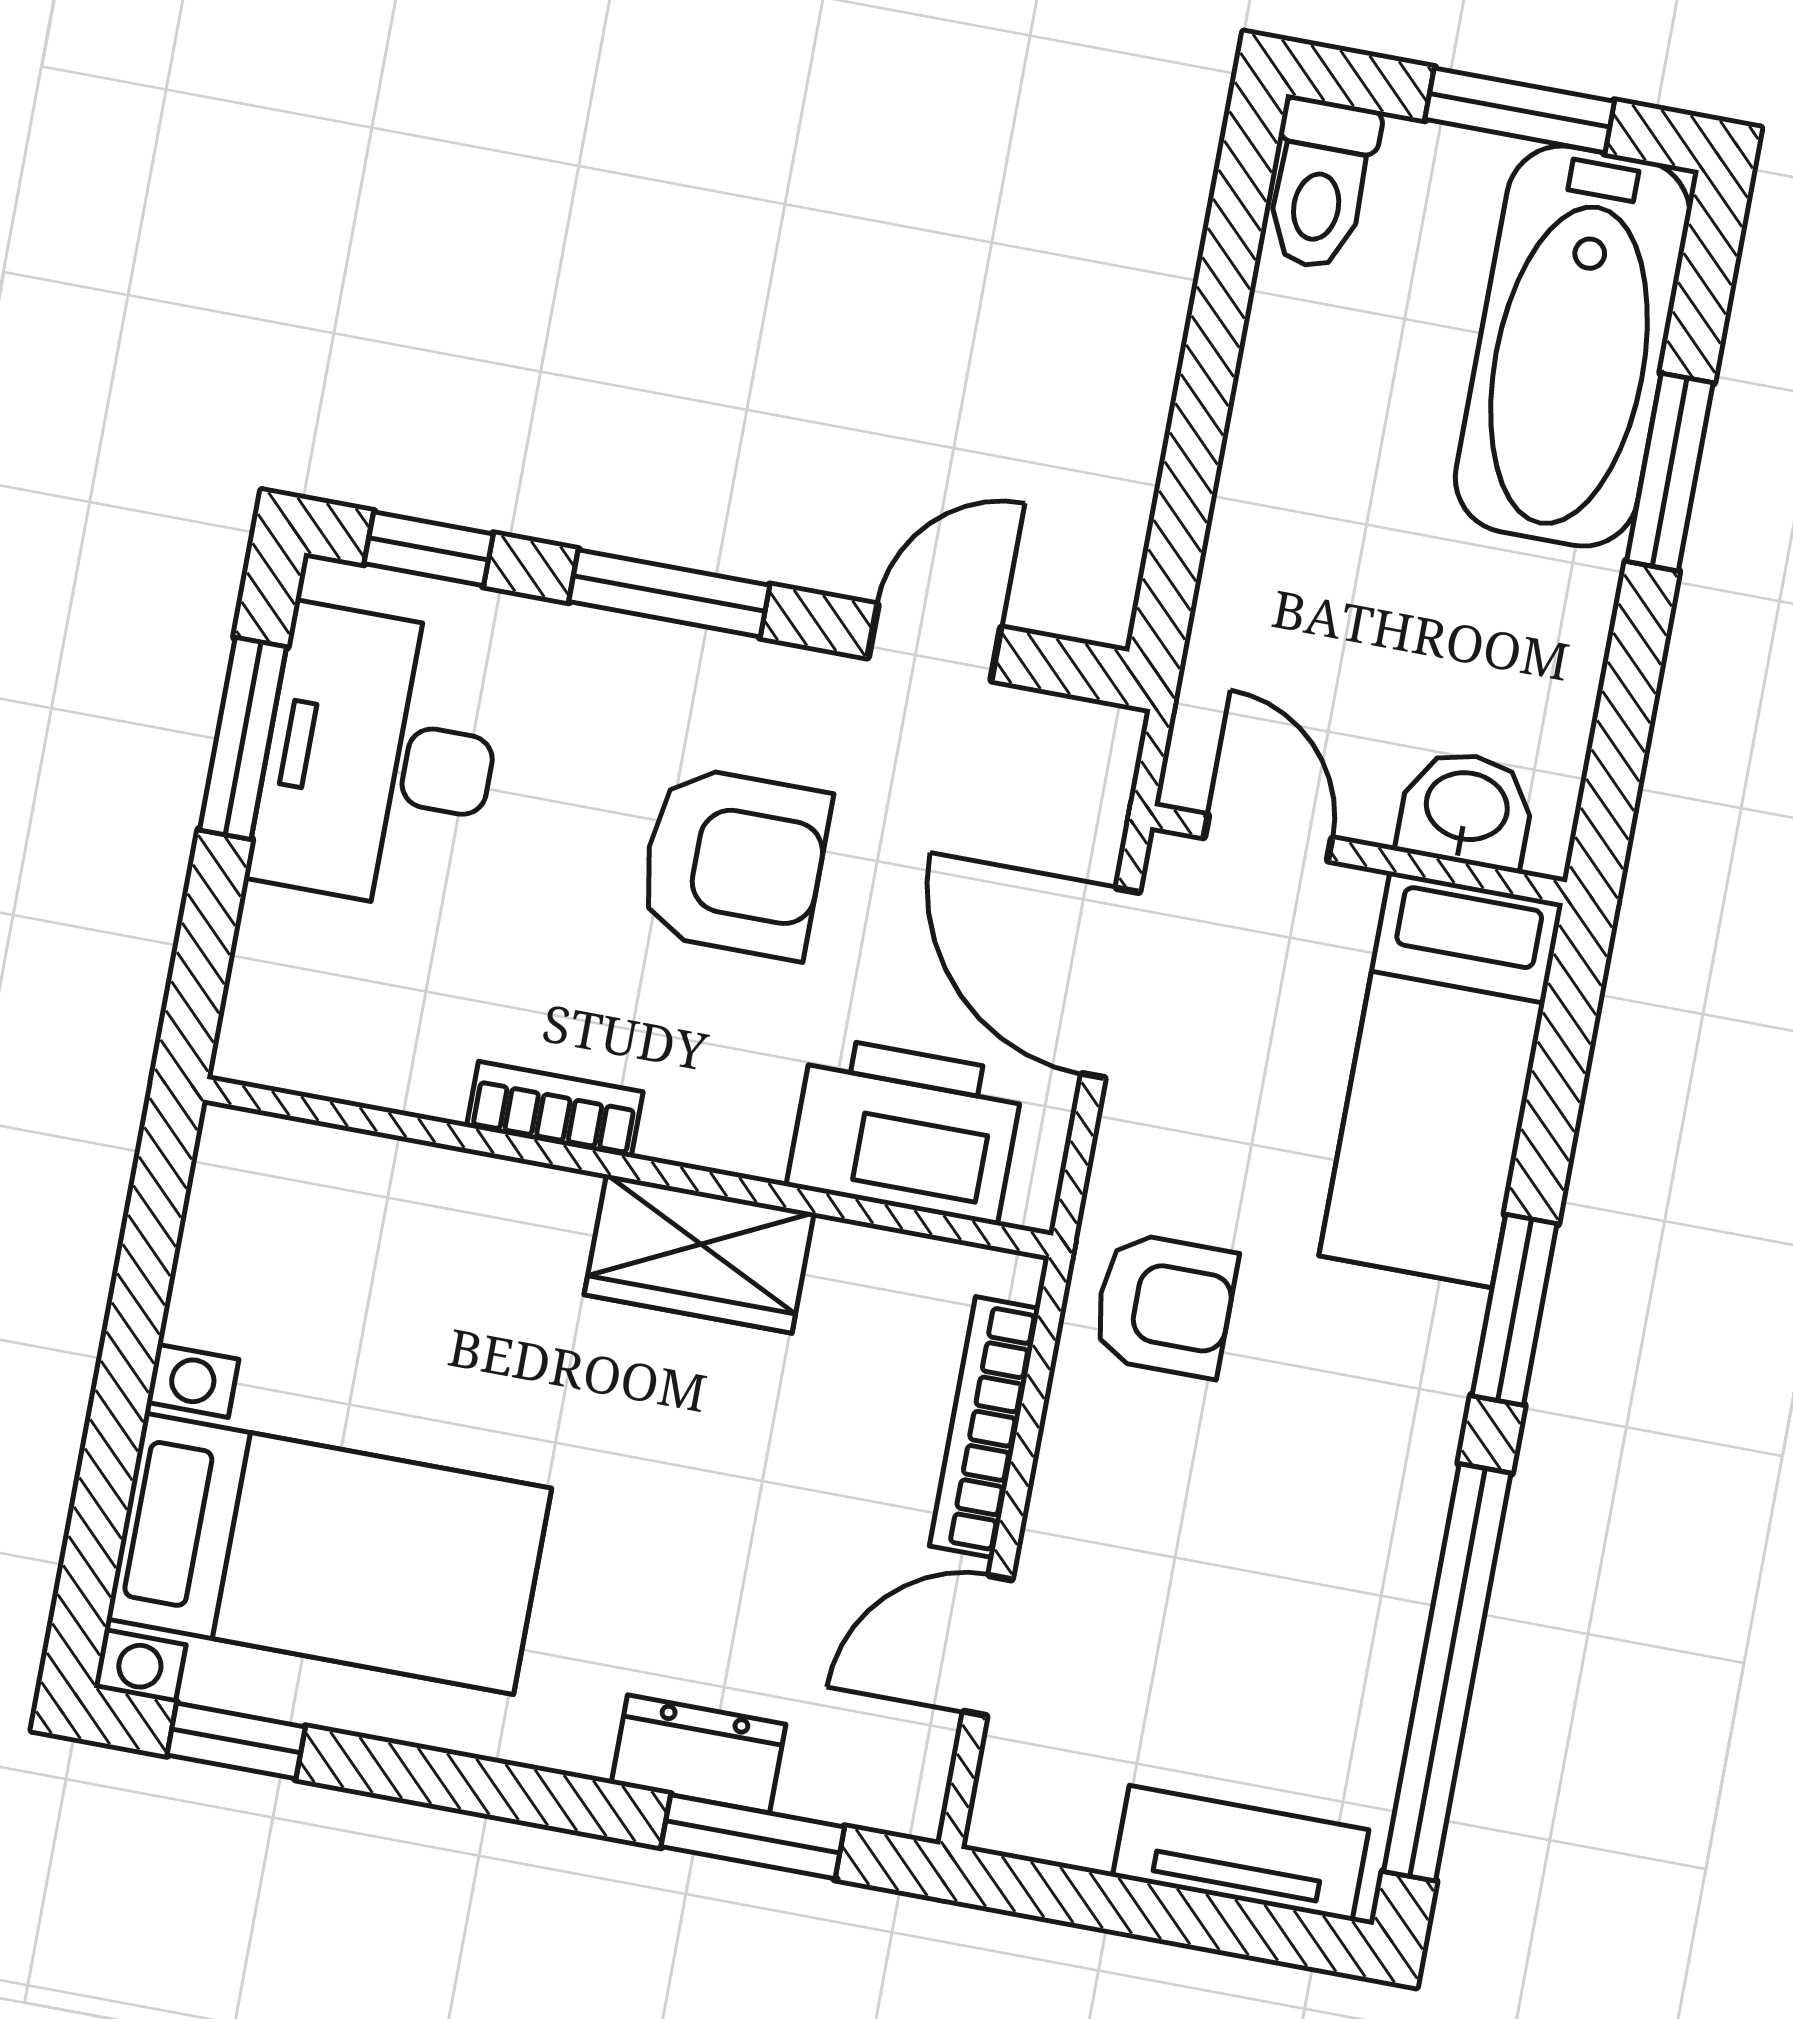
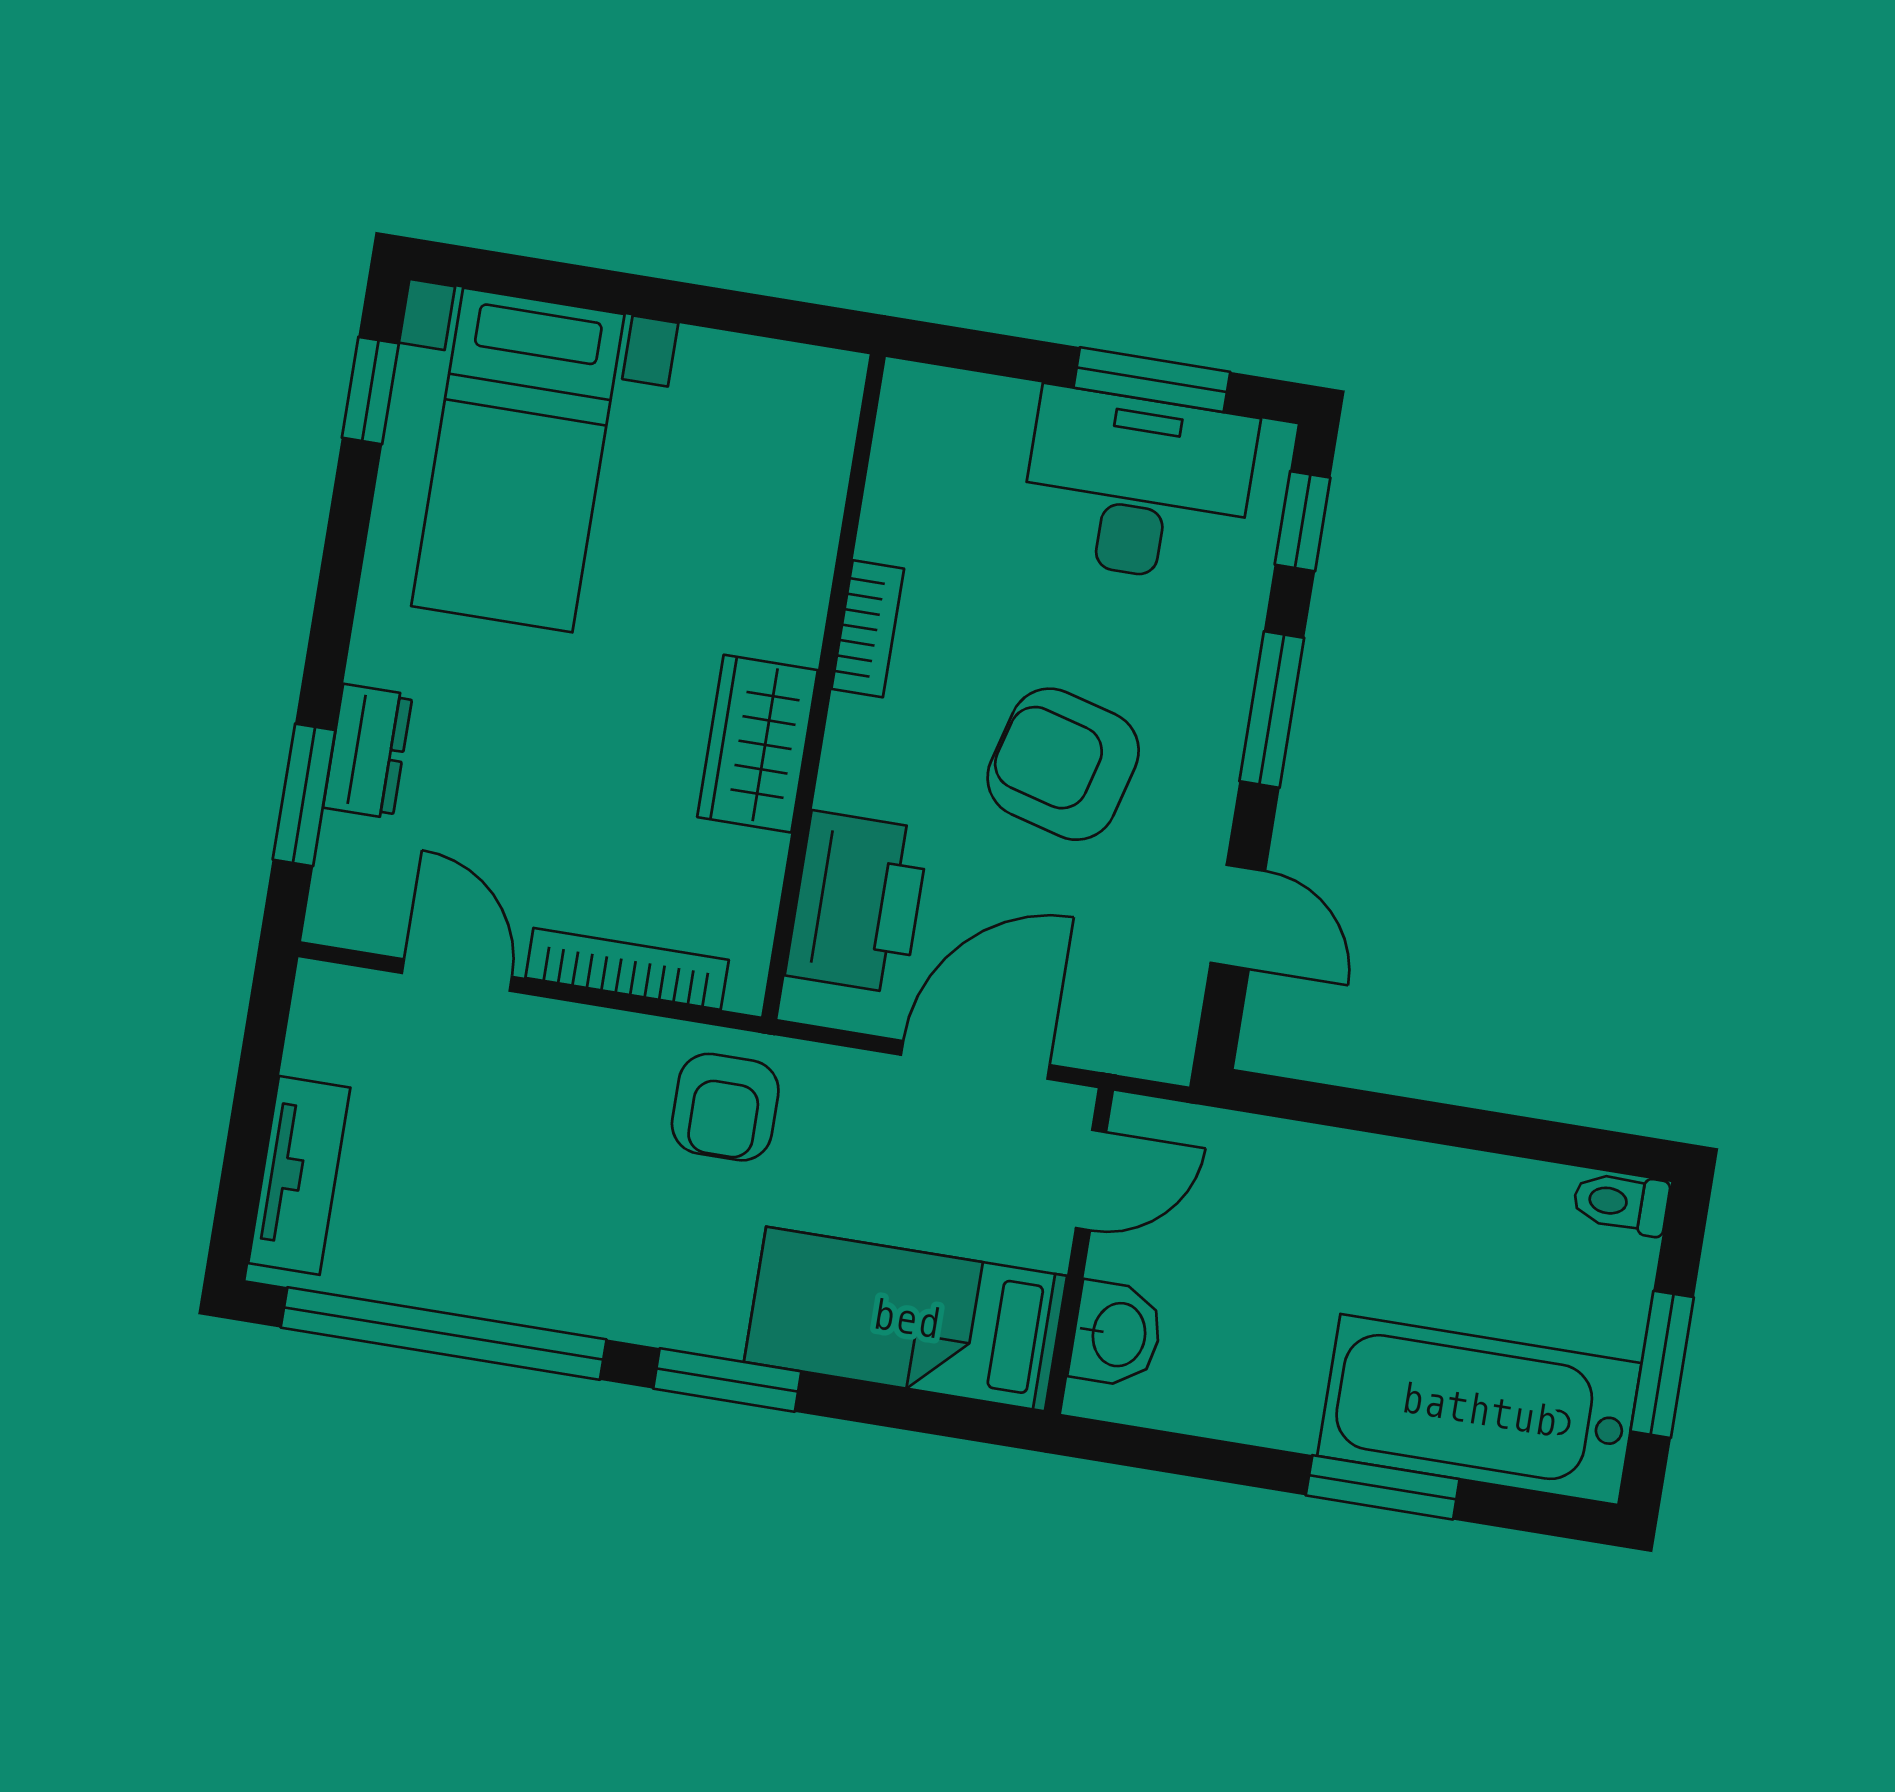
toilet: (1320, 184) -> (1621, 1203), width x0.73, depth x0.72
armchair: (734, 862) -> (1063, 764), turned 105

